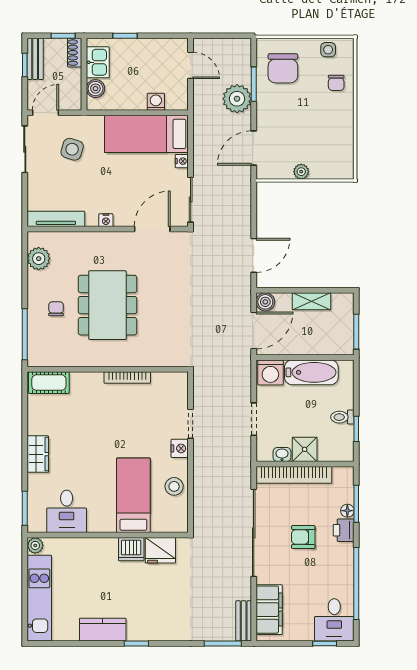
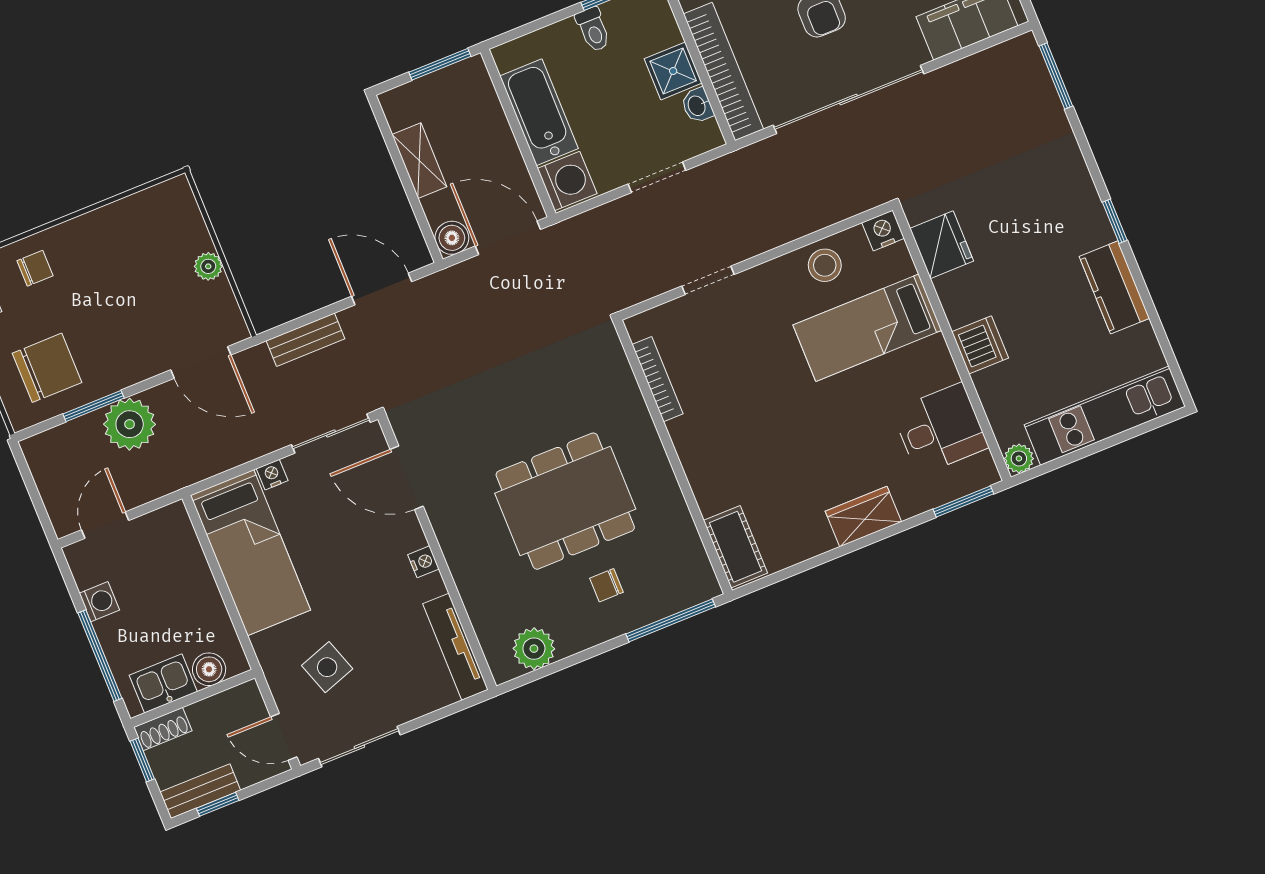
window: (125, 36) -> (100, 656), width x2.17
washing machine: (156, 102) -> (99, 602), moved, turned 180
side table: (72, 149) -> (327, 667), turned -36
bookcase: (127, 377) -> (657, 379), moved
nightstand: (180, 448) -> (883, 230), moved
dishwasher: (131, 549) -> (980, 345), moved
bench: (244, 621) -> (306, 340), moved

